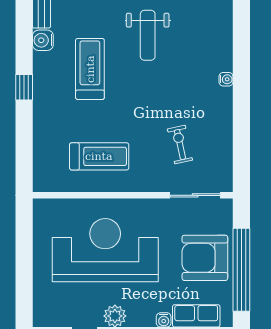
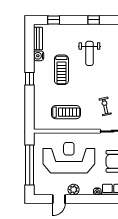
treadmill: (90, 69) -> (61, 70), turned 180
window: (24, 265) -> (30, 165), added

